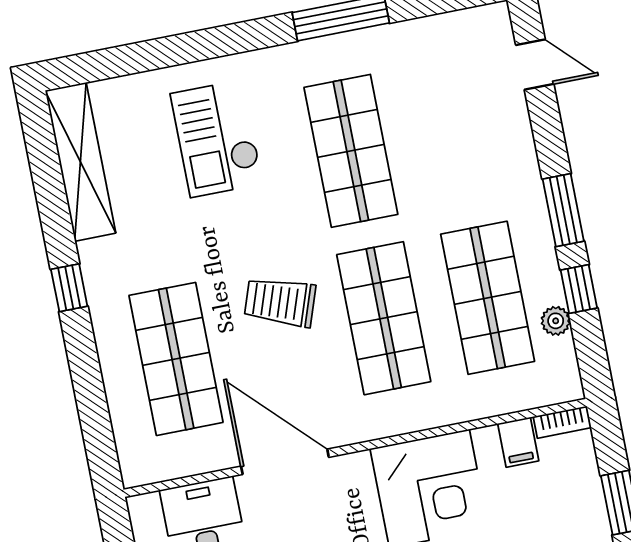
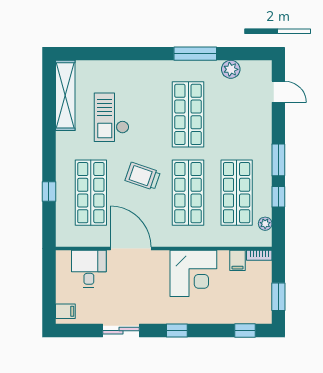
plant: (423, 36) -> (231, 69), added
checkout: (217, 139) -> (112, 117), moved
window: (69, 288) -> (49, 191), moved
plant: (556, 321) -> (265, 224), moved

